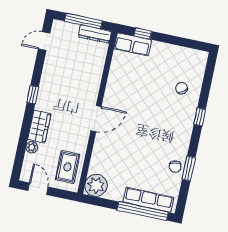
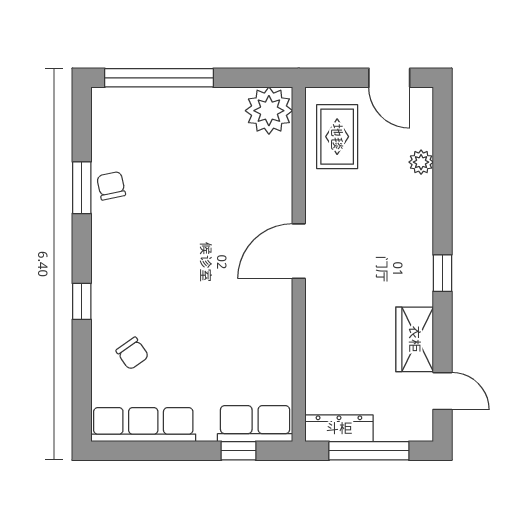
door: (44, 41) -> (442, 391), hinge flipped
wardrobe: (39, 127) -> (415, 339), moved
row of seats: (148, 200) -> (143, 425), moved, turned 180

